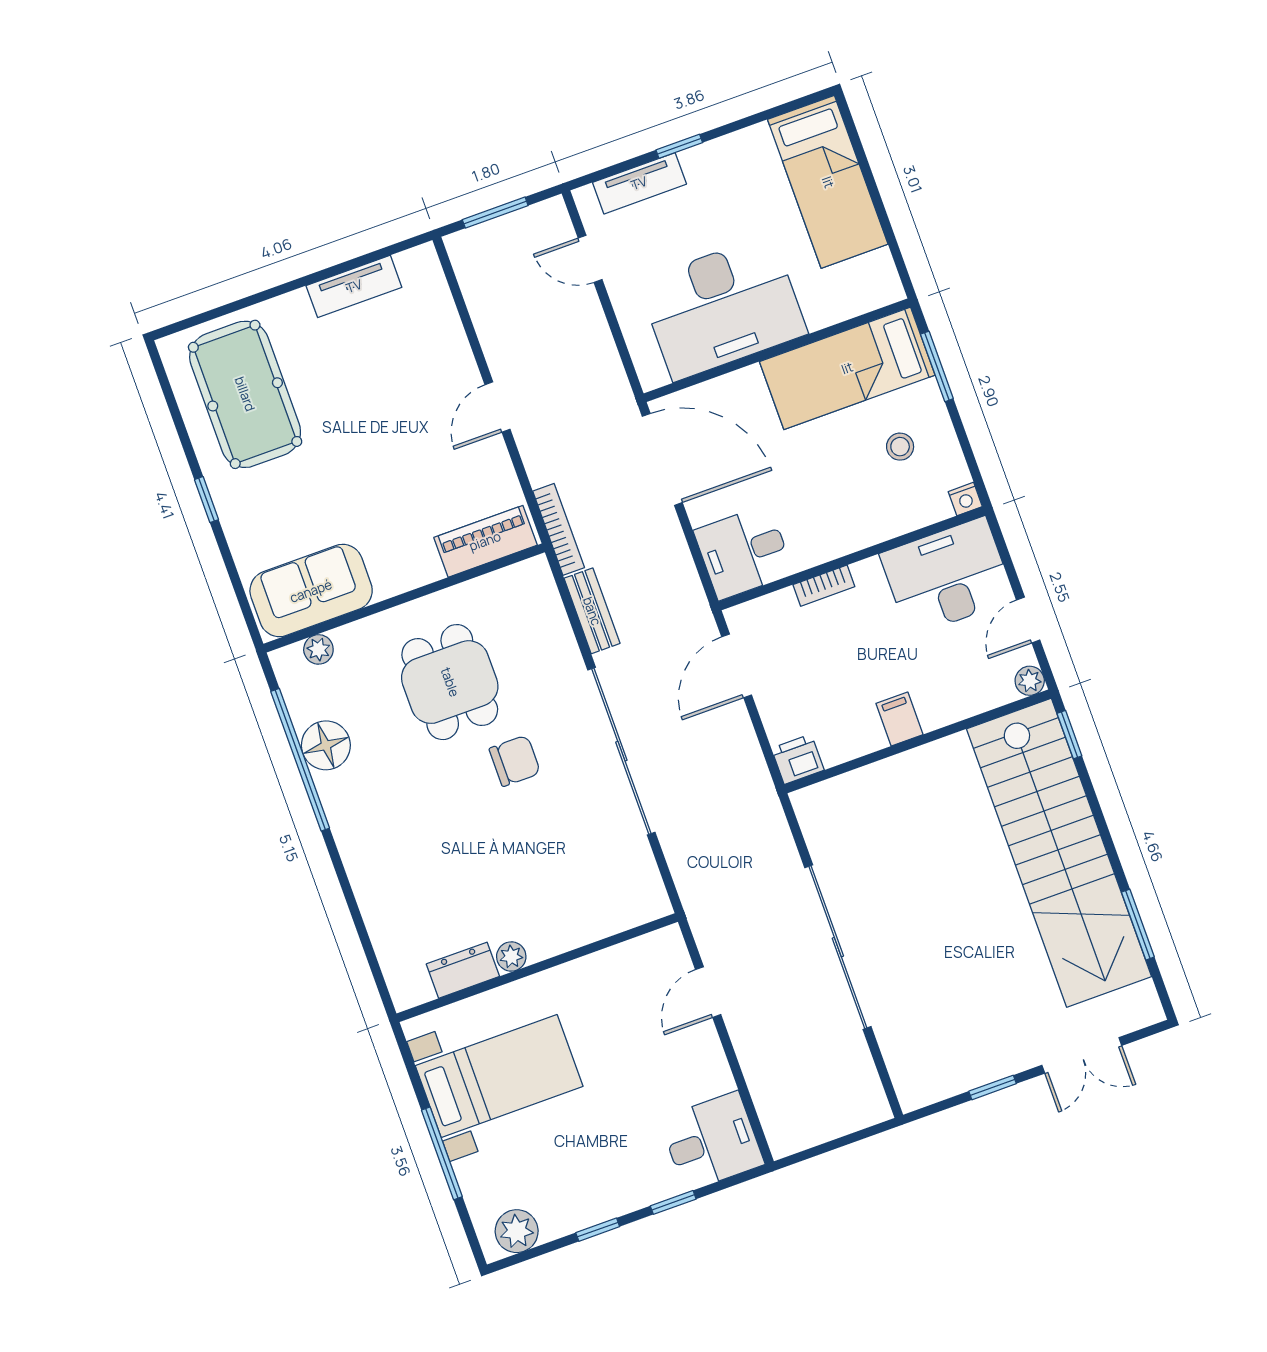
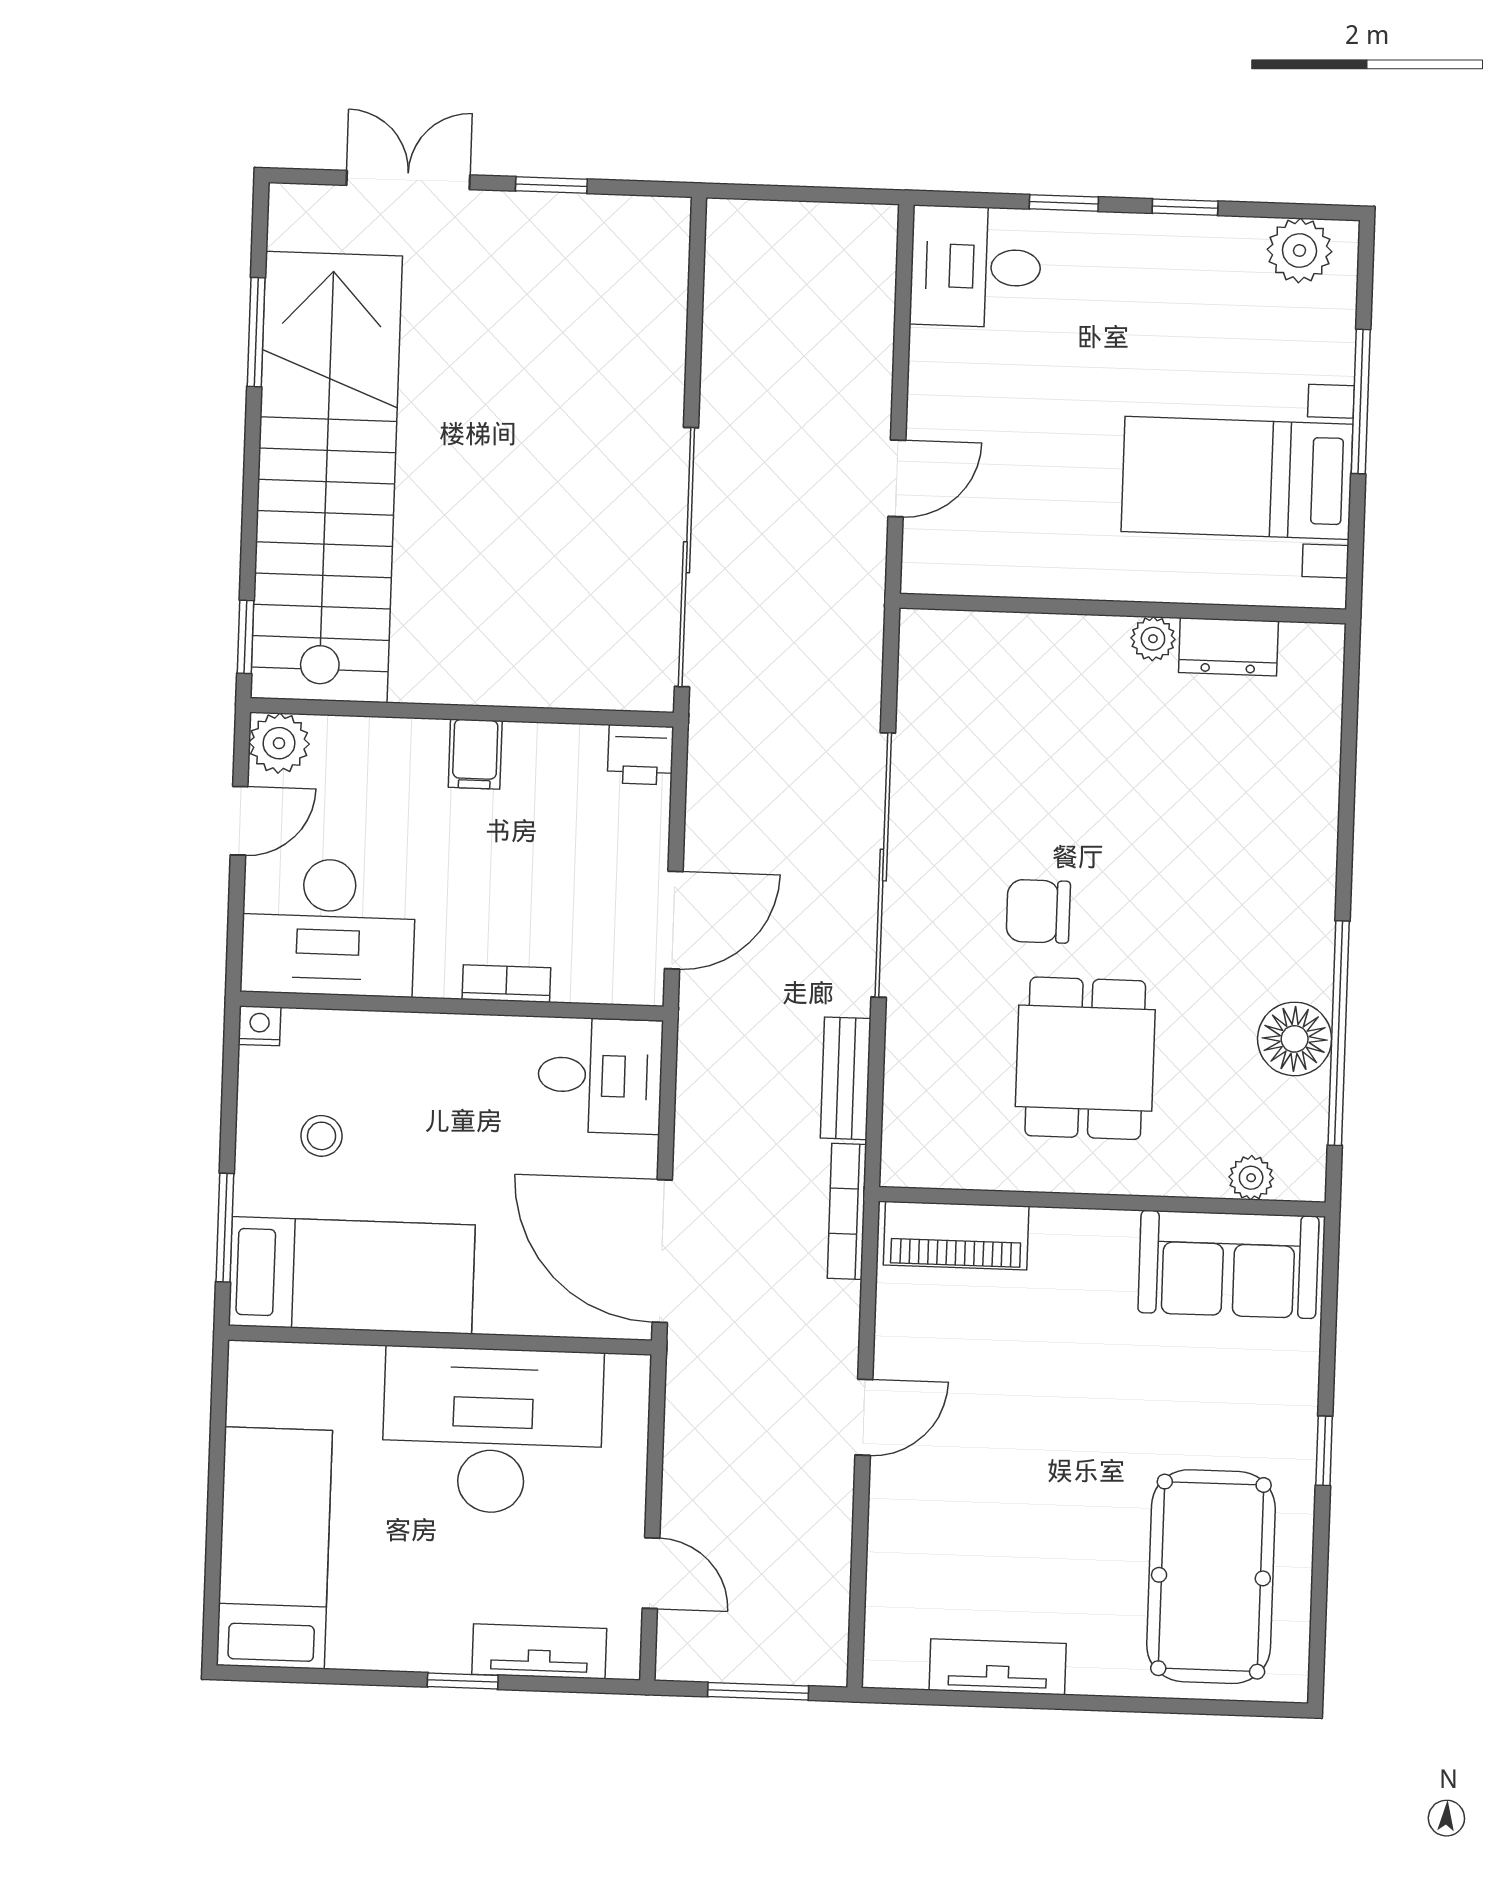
plant: (1030, 681) -> (279, 743), width x1.38, depth x1.38
sliding door: (838, 947) -> (686, 557), moved

